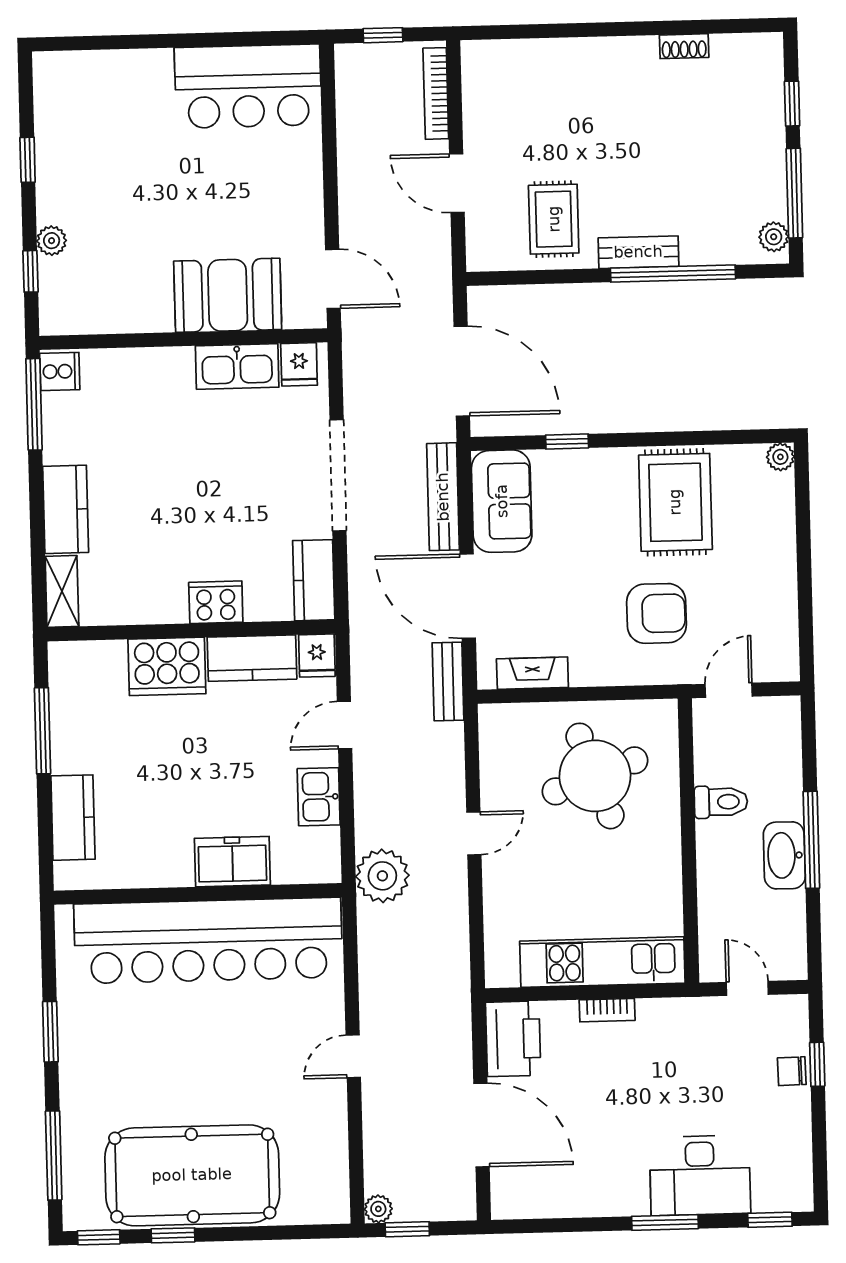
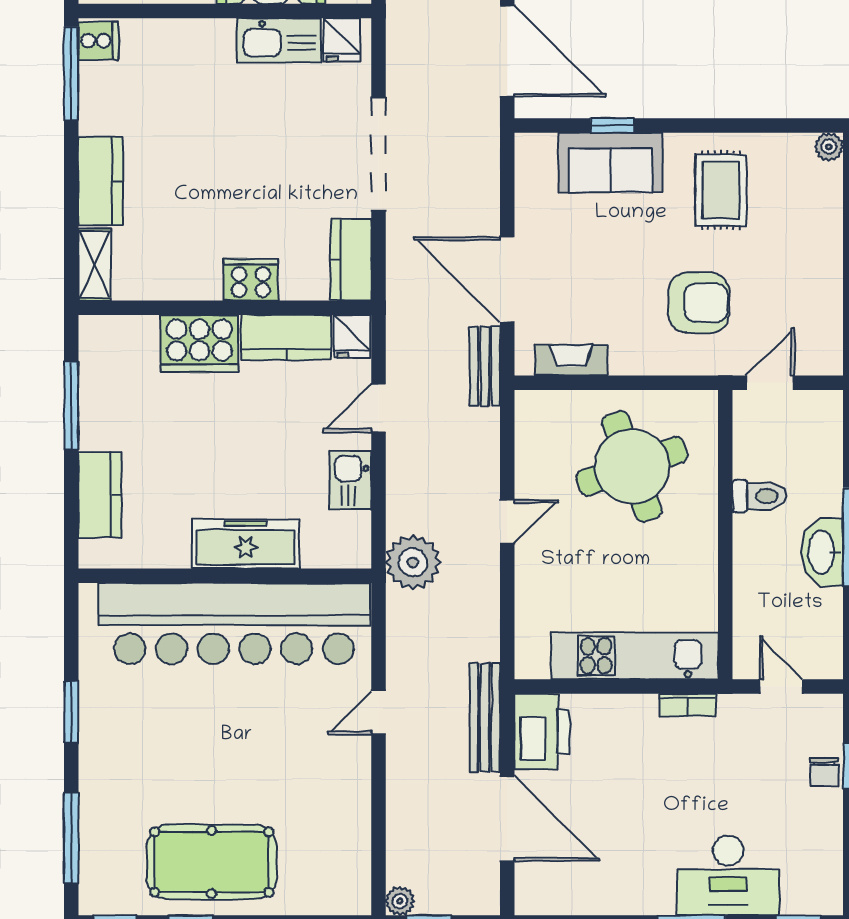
bench: (443, 497) -> (485, 717), moved
sofa: (502, 501) -> (610, 163), moved, turned 90
rug: (675, 502) -> (721, 190), width x0.73, depth x0.70
freezer: (232, 862) -> (246, 544), width x1.40
bookcase: (607, 1010) -> (688, 705), moved
door: (353, 1056) -> (379, 713), moved
chair: (792, 1071) -> (824, 772), turned -89
pool table: (192, 1175) -> (212, 862), width x0.73, depth x0.76

